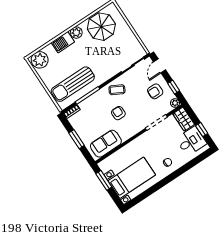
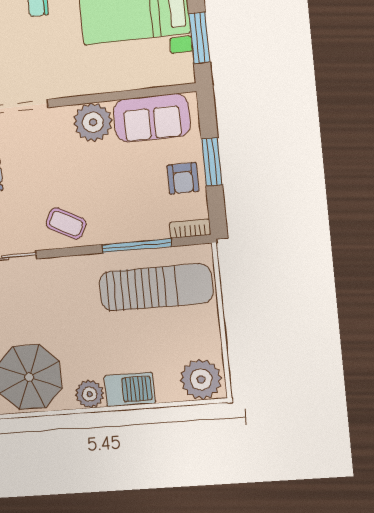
armchair: (118, 113) -> (183, 178), moved
plant: (126, 131) -> (93, 122), added

